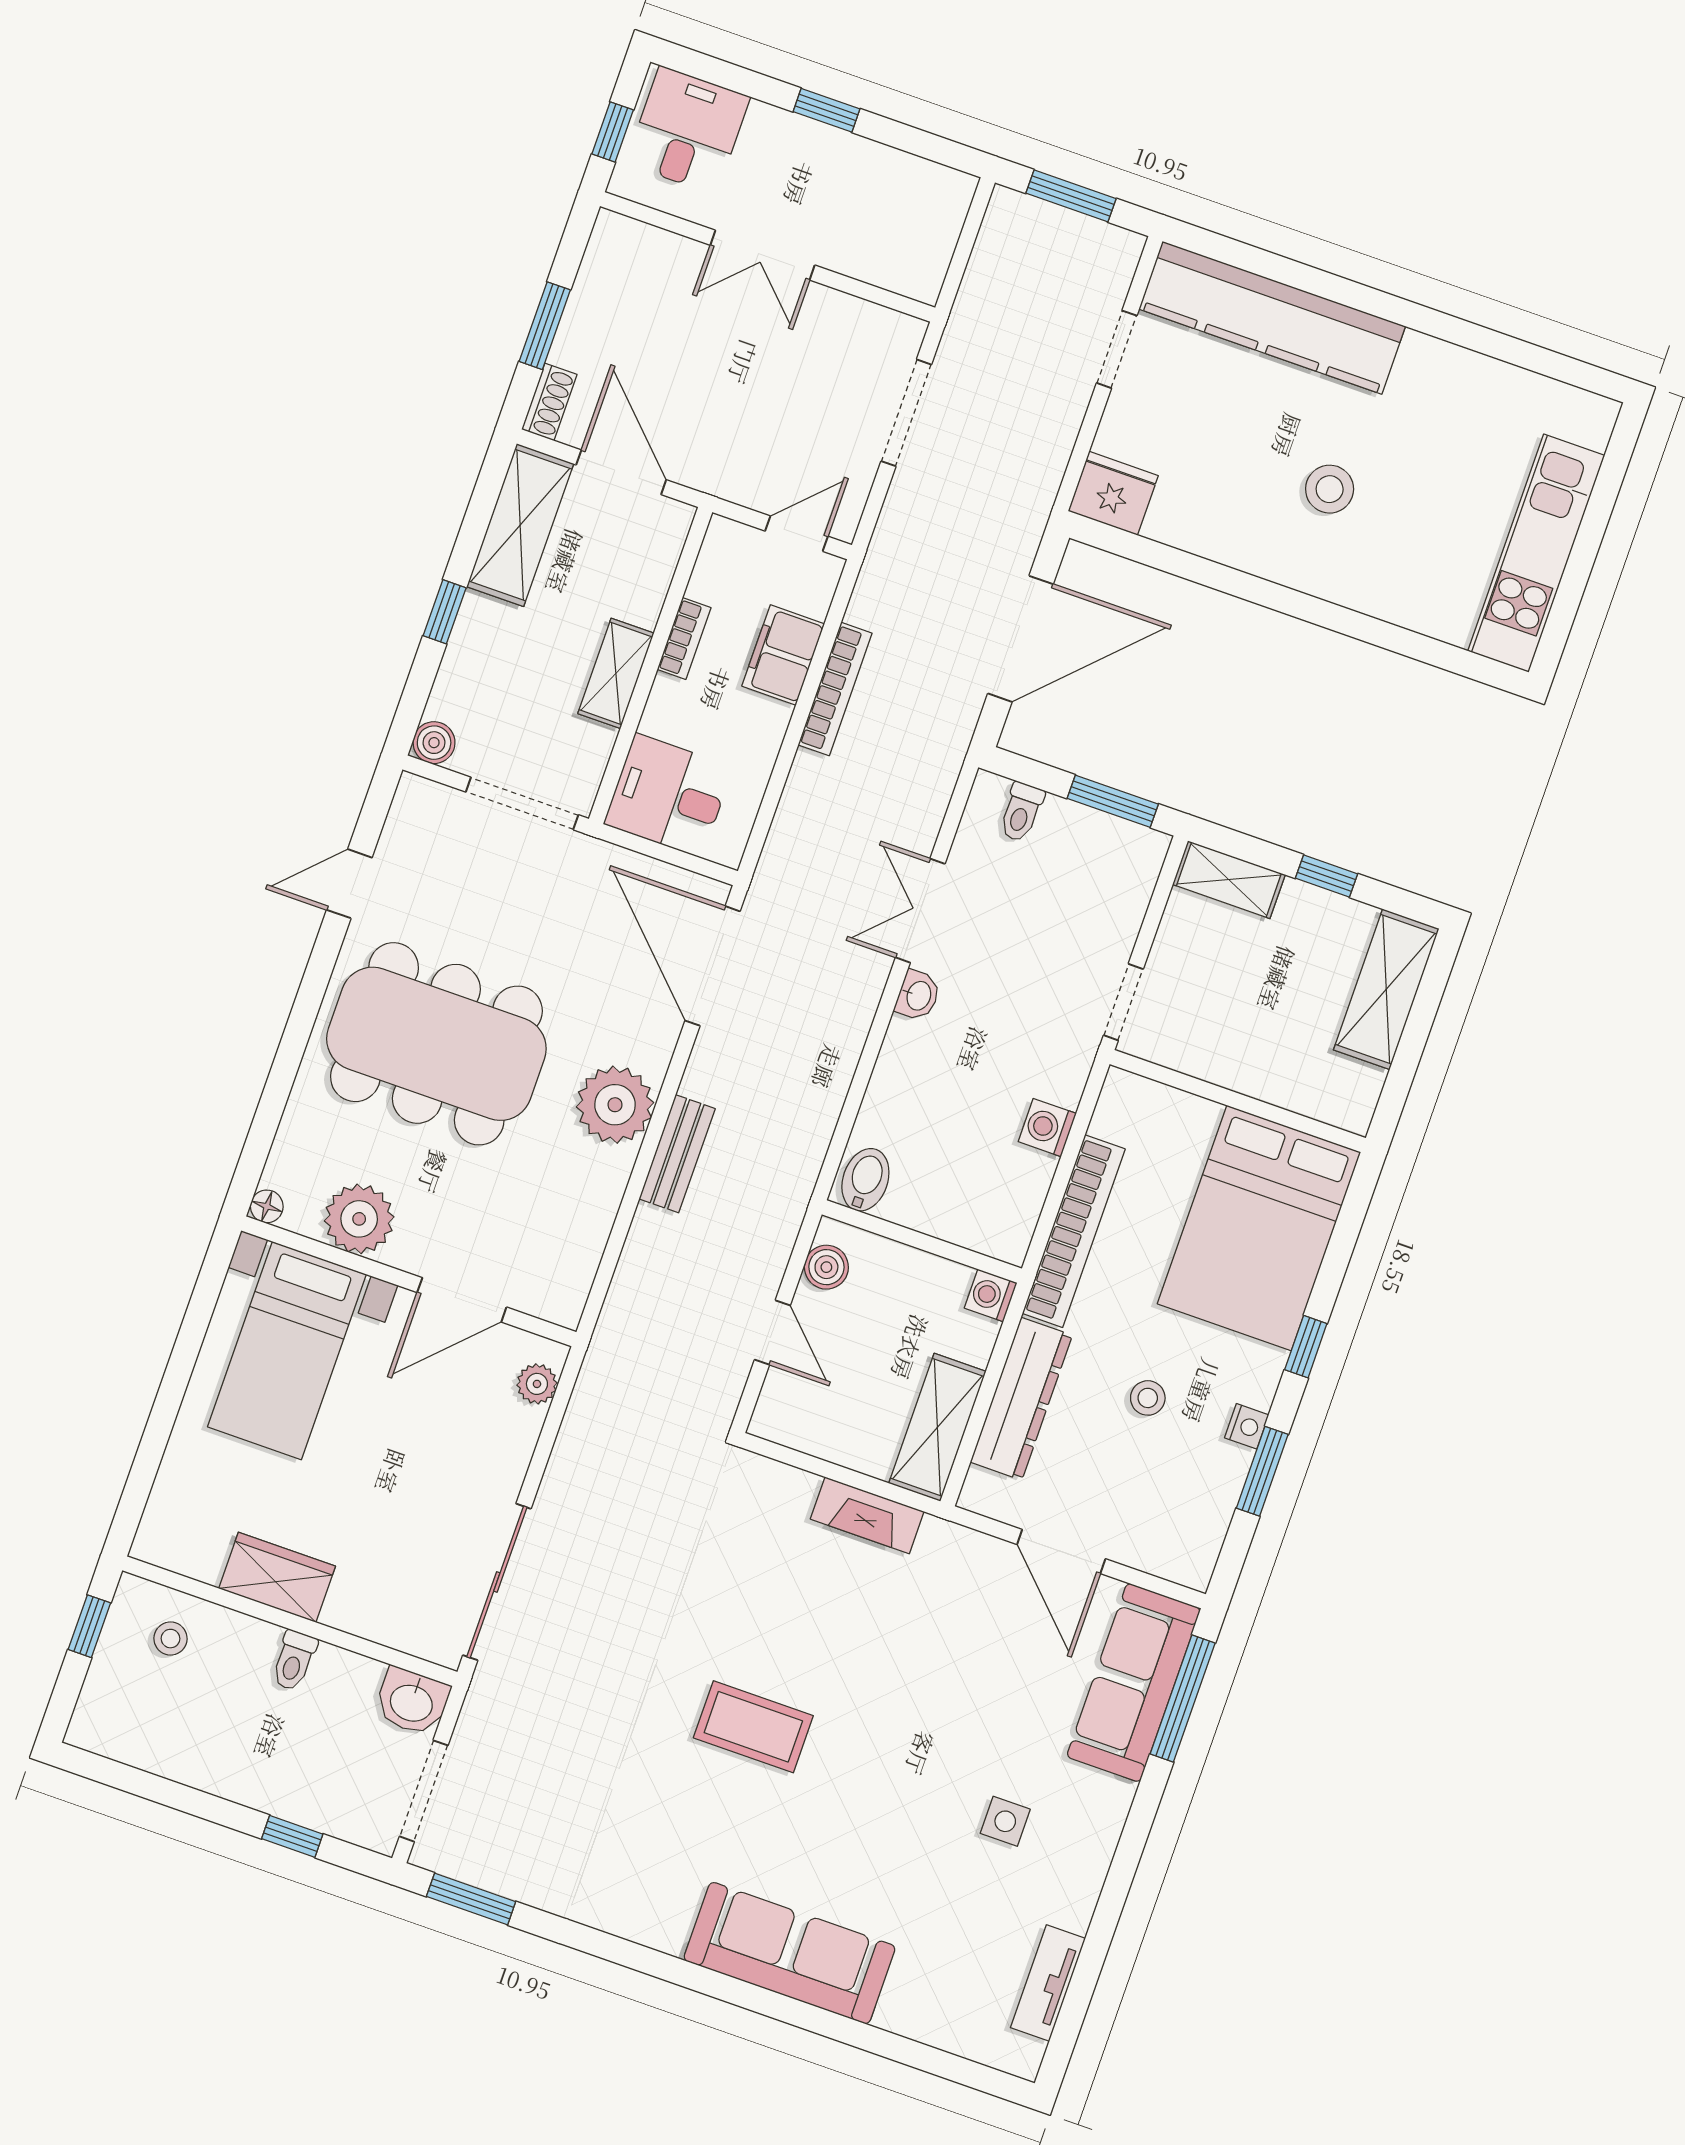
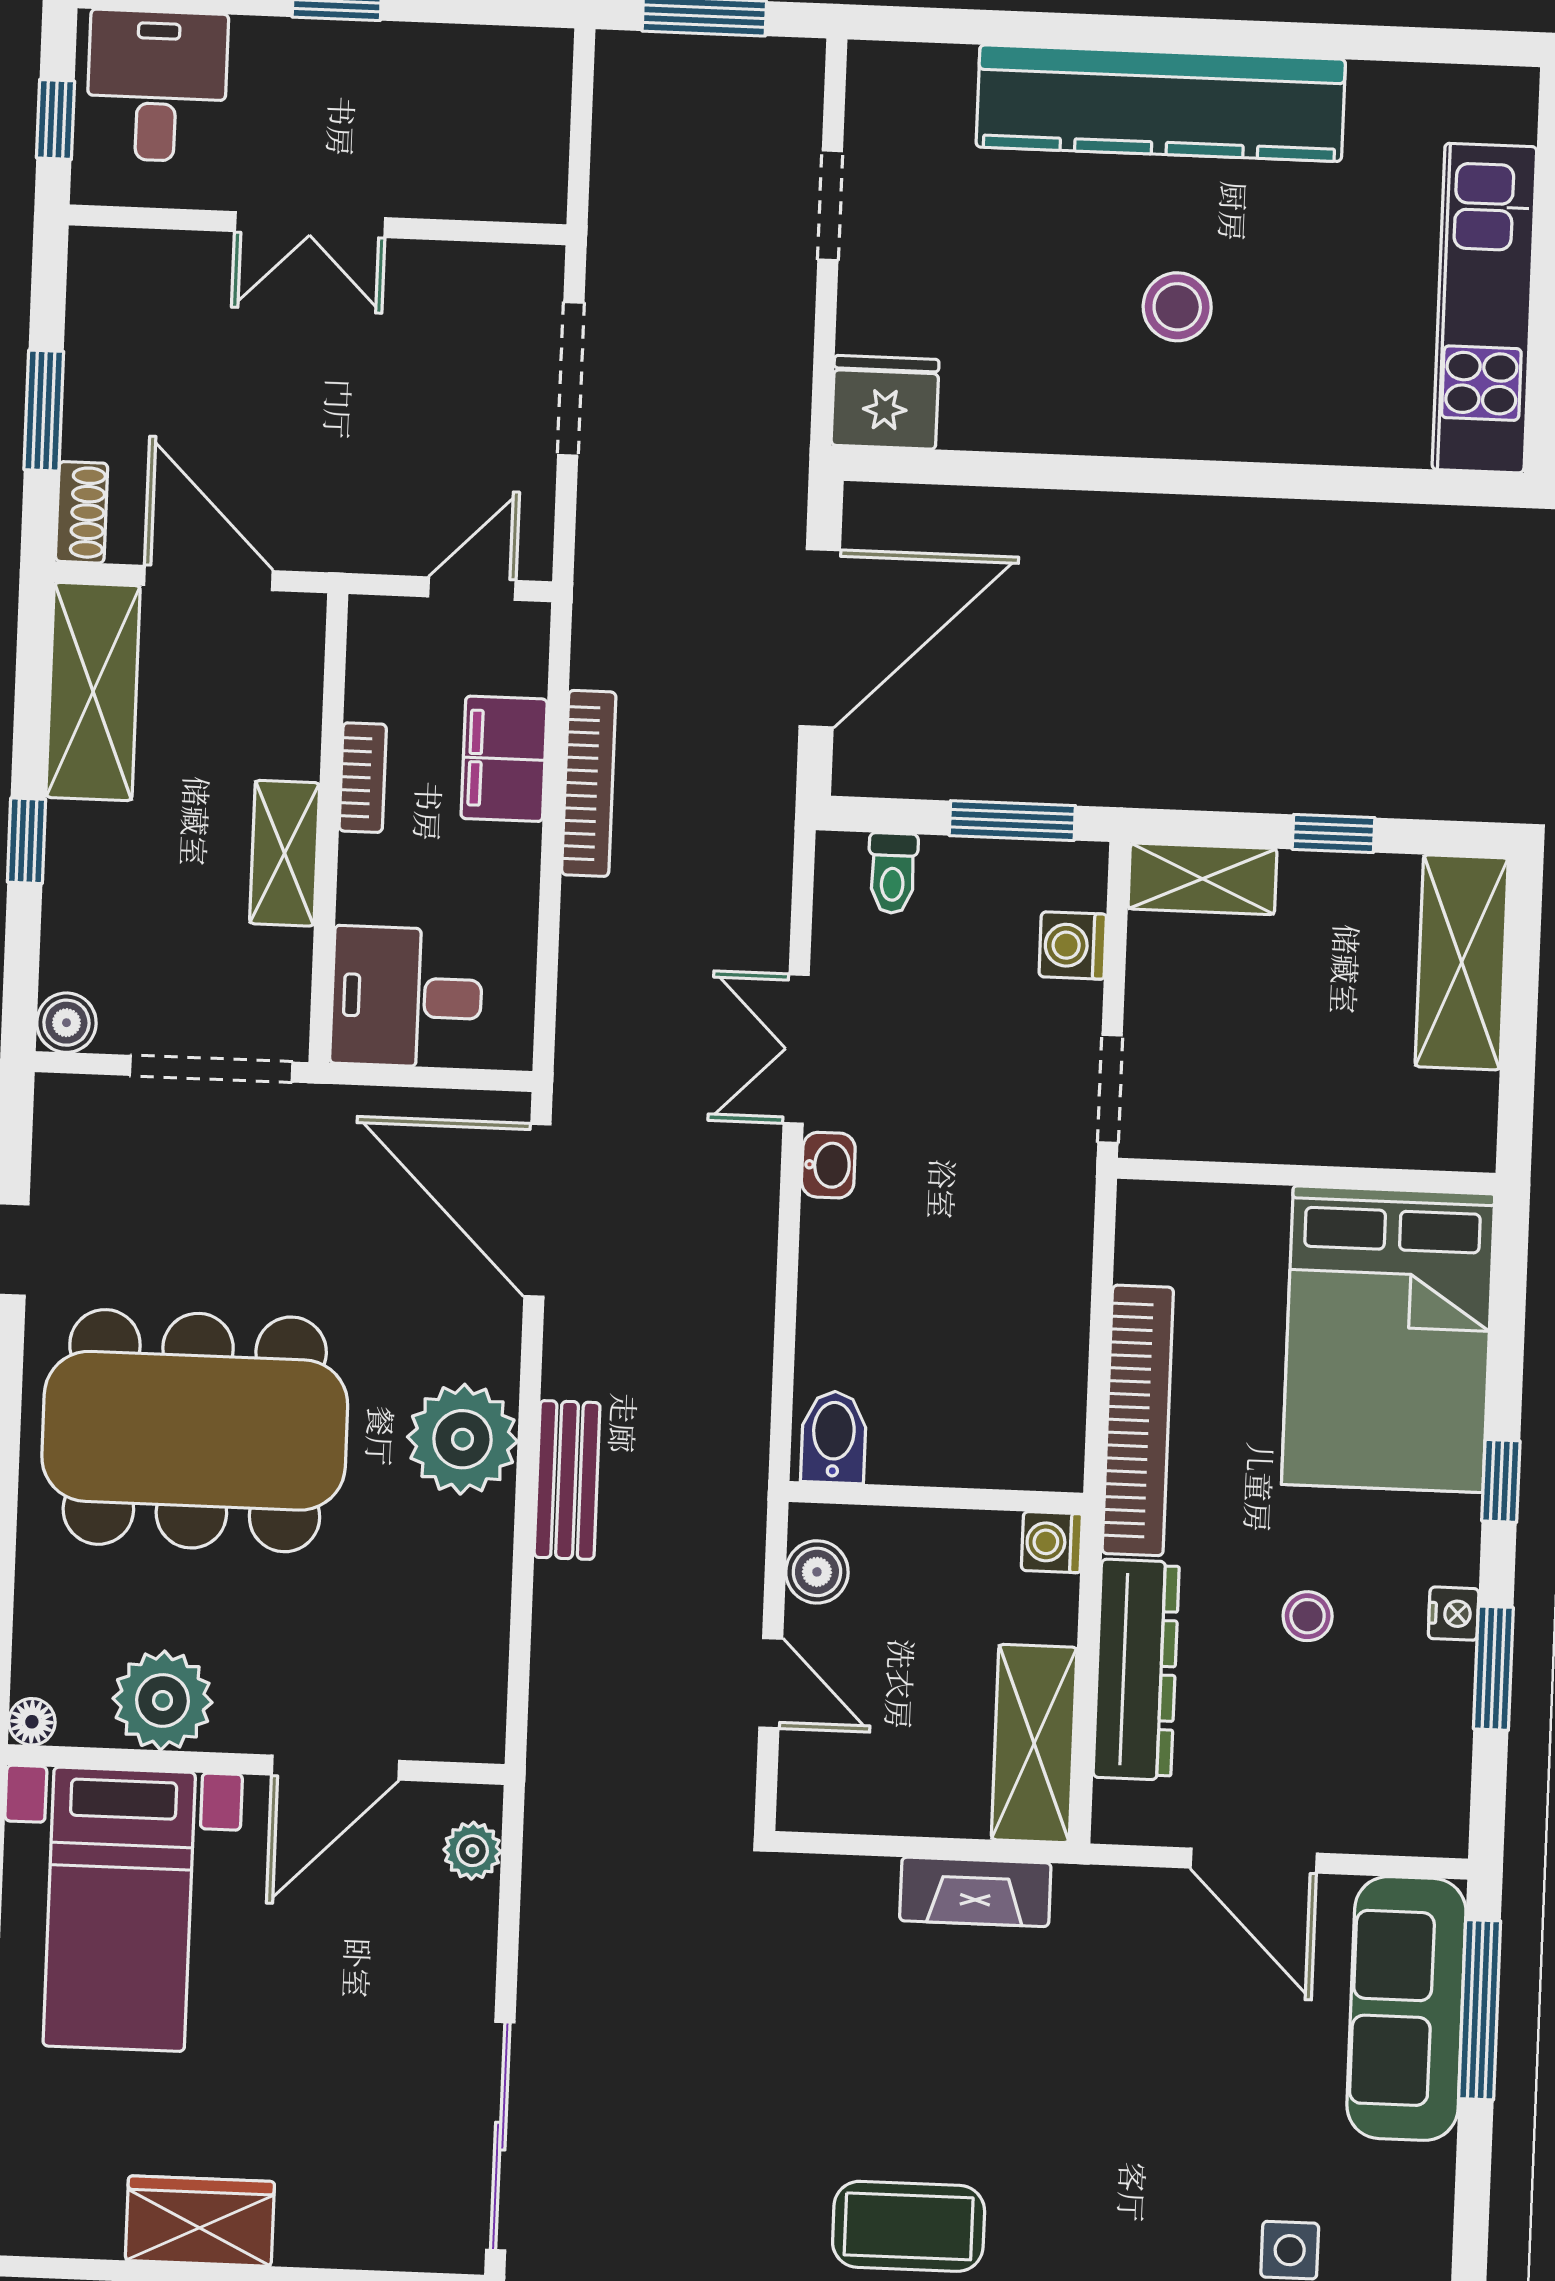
kitchen counter: (1272, 318) -> (1161, 103), moved
washing machine: (1047, 1128) -> (1073, 945), moved

